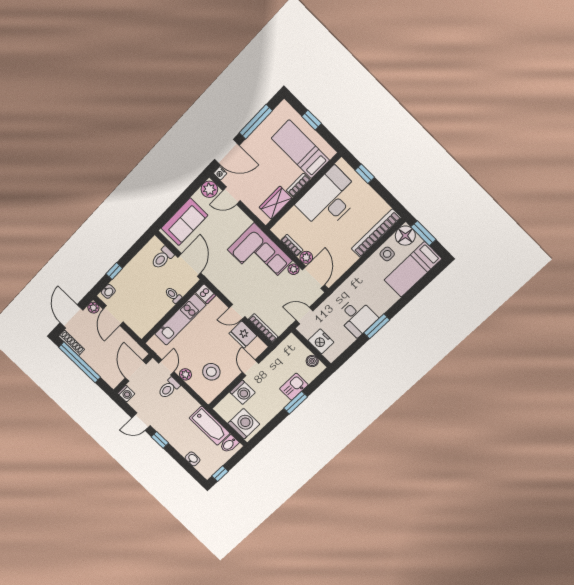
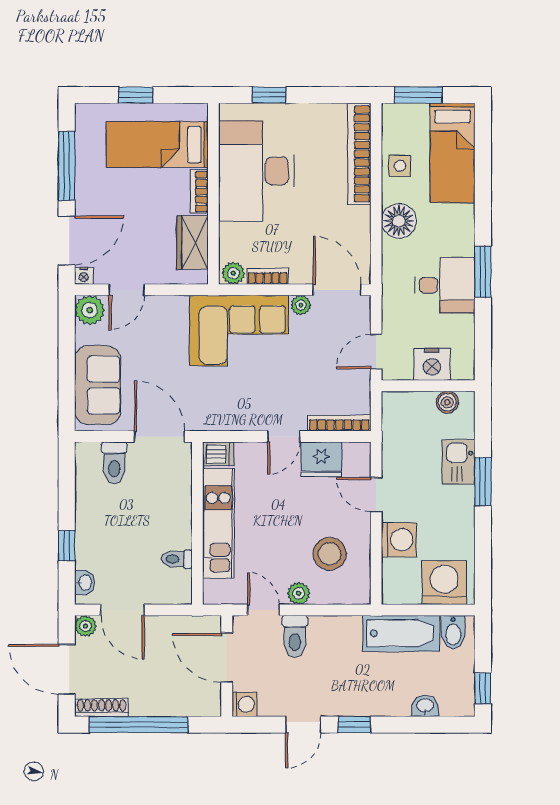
floor lamp: (405, 236) -> (399, 221), moved
plant: (306, 257) -> (233, 273), moved
toilet: (173, 295) -> (177, 559), moved

